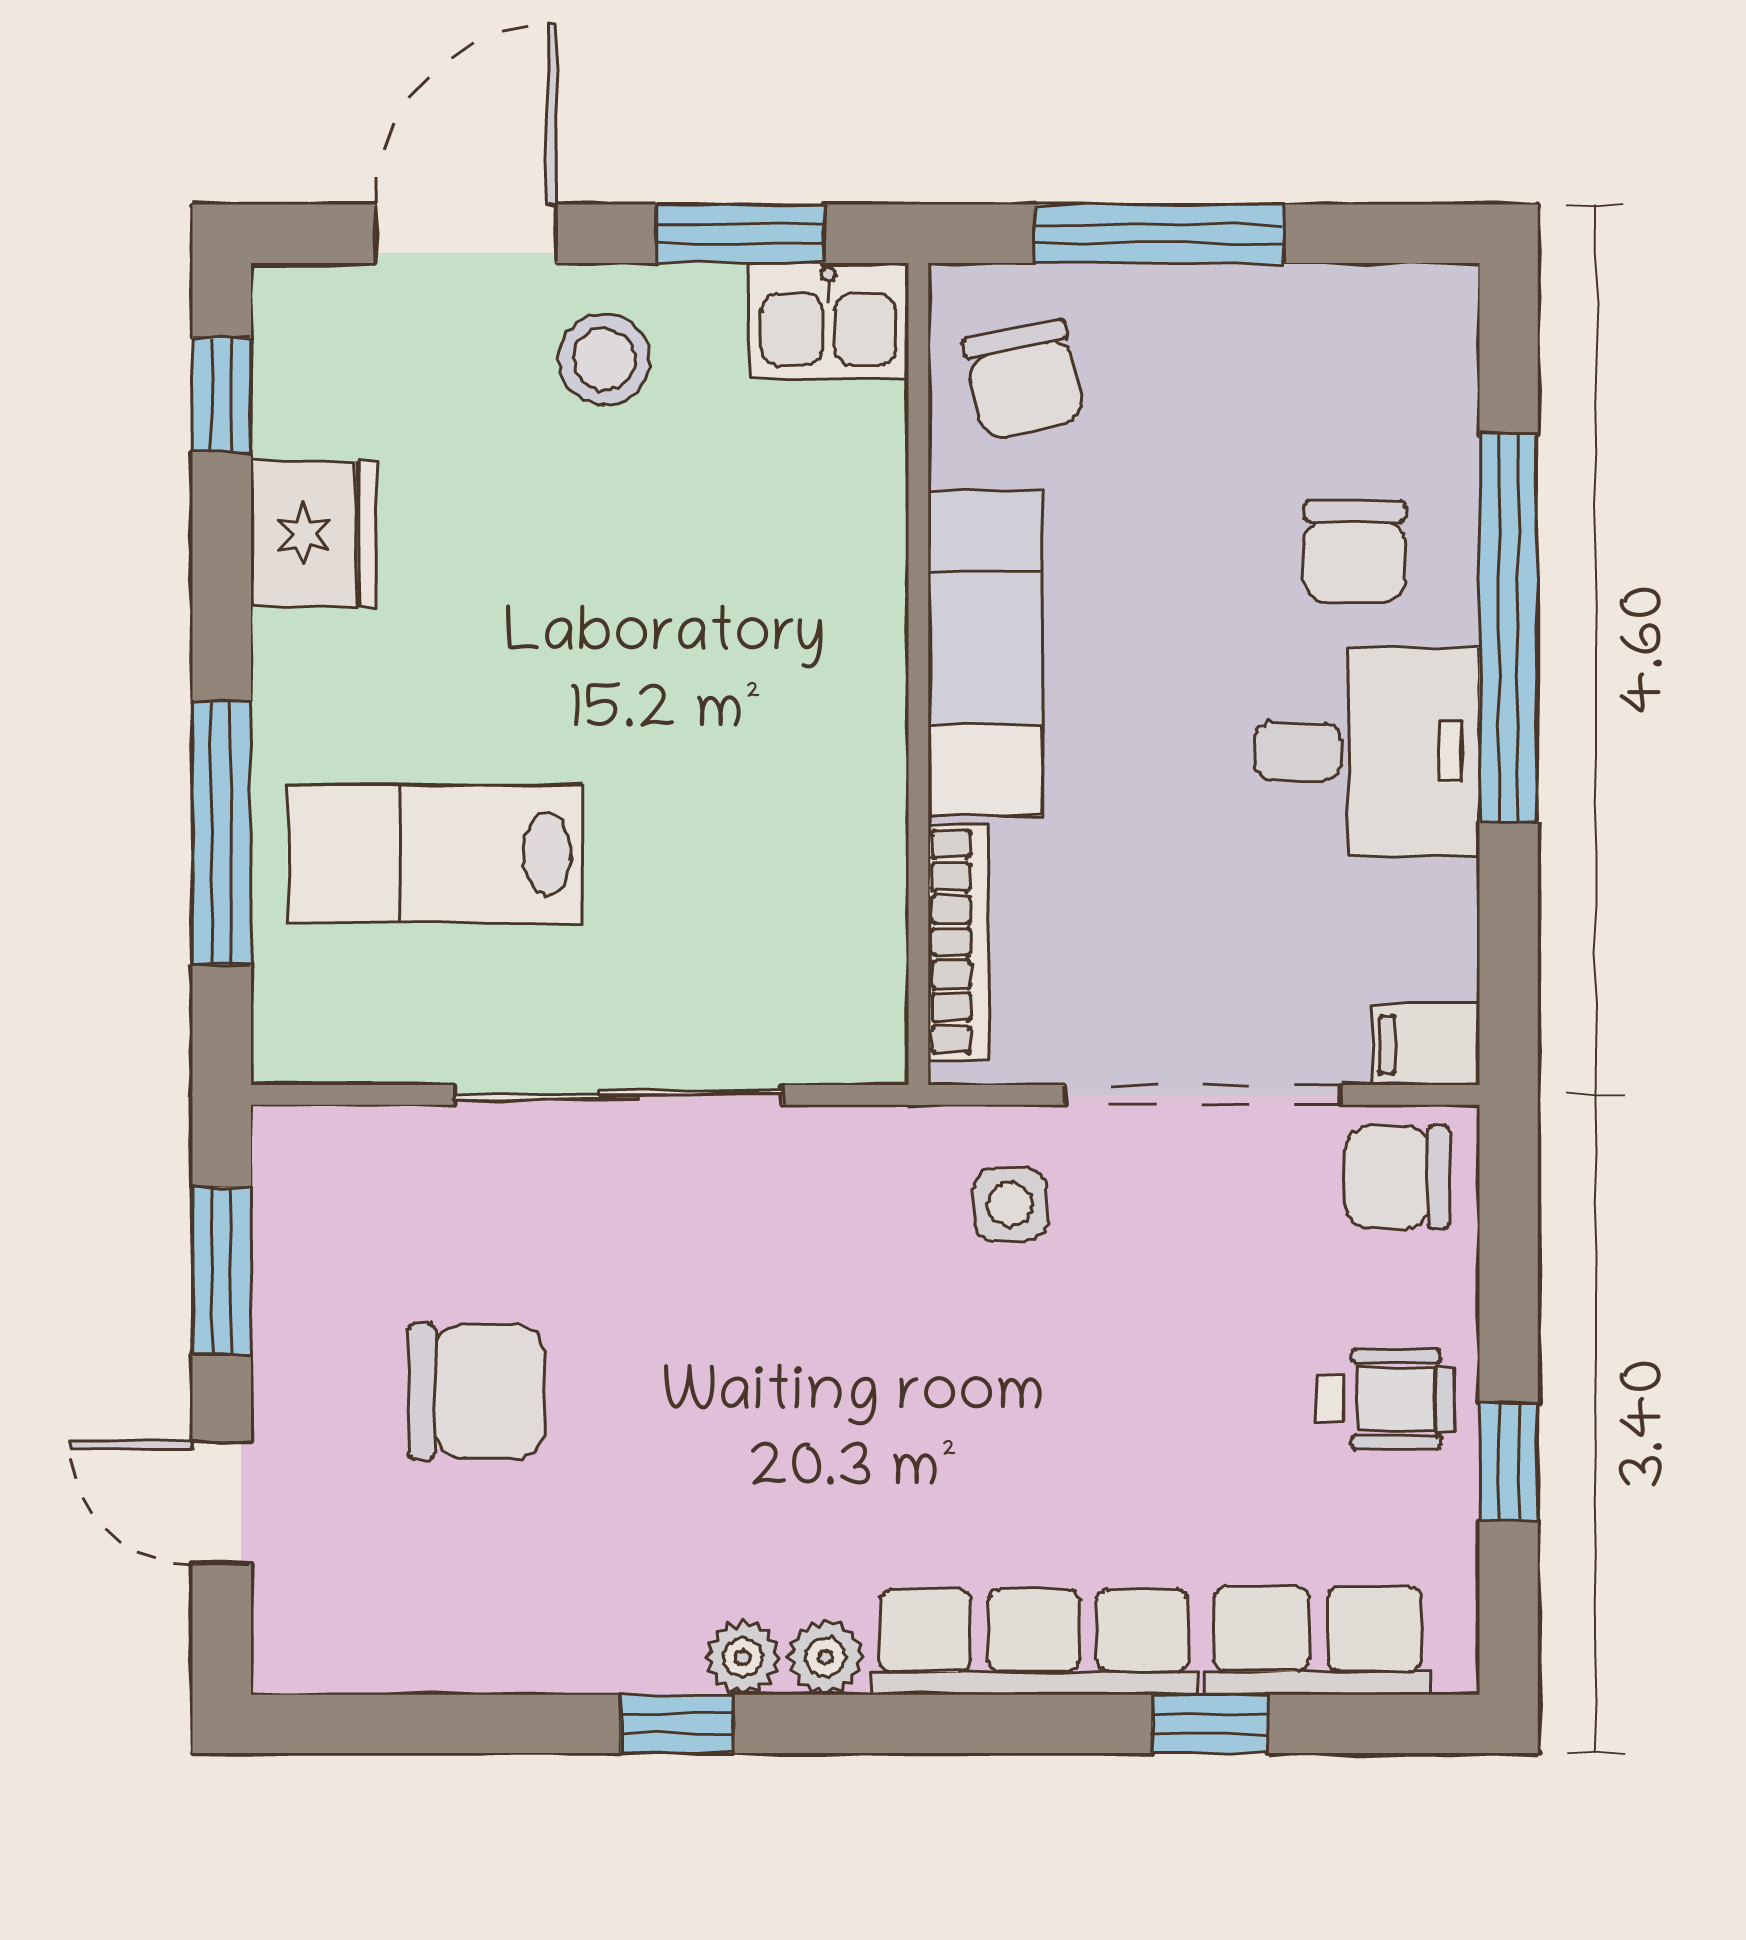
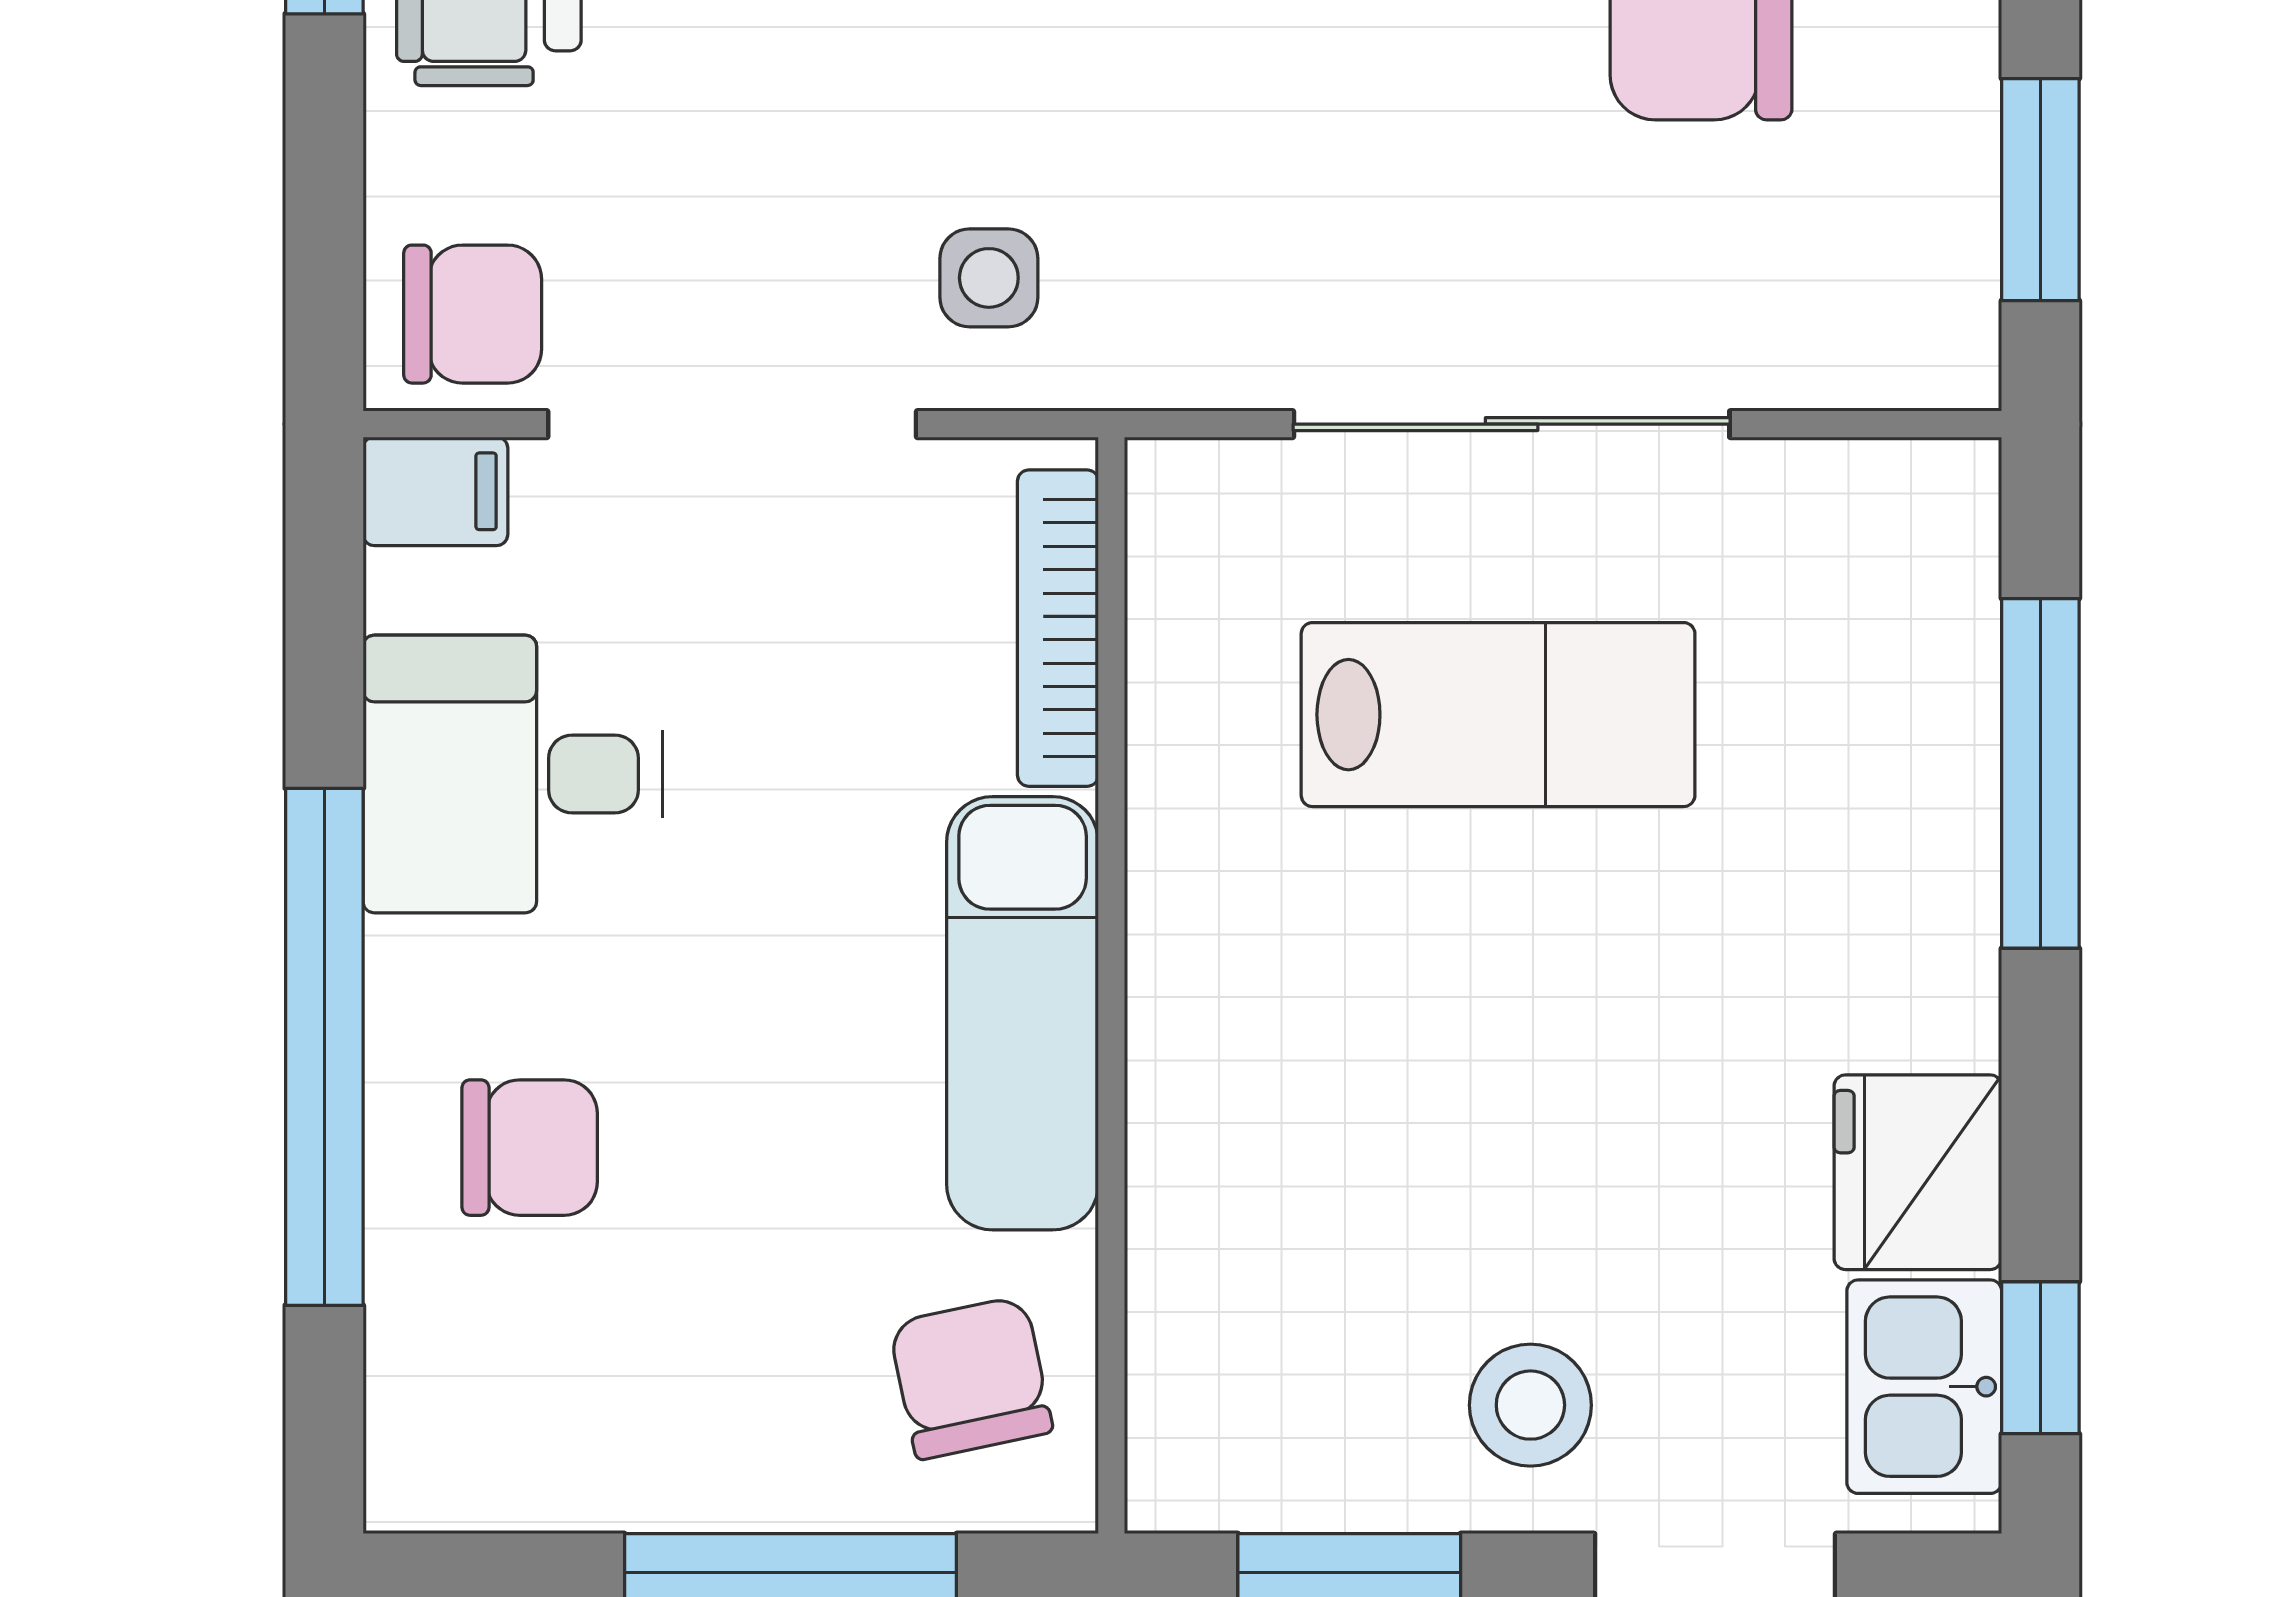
kitchen sink: (829, 321) -> (1924, 1387), moved, turned -90
chair: (1355, 552) -> (530, 1148), turned 90
desk: (1367, 752) -> (513, 774), moved
lab bench: (435, 854) -> (1498, 715), moved

